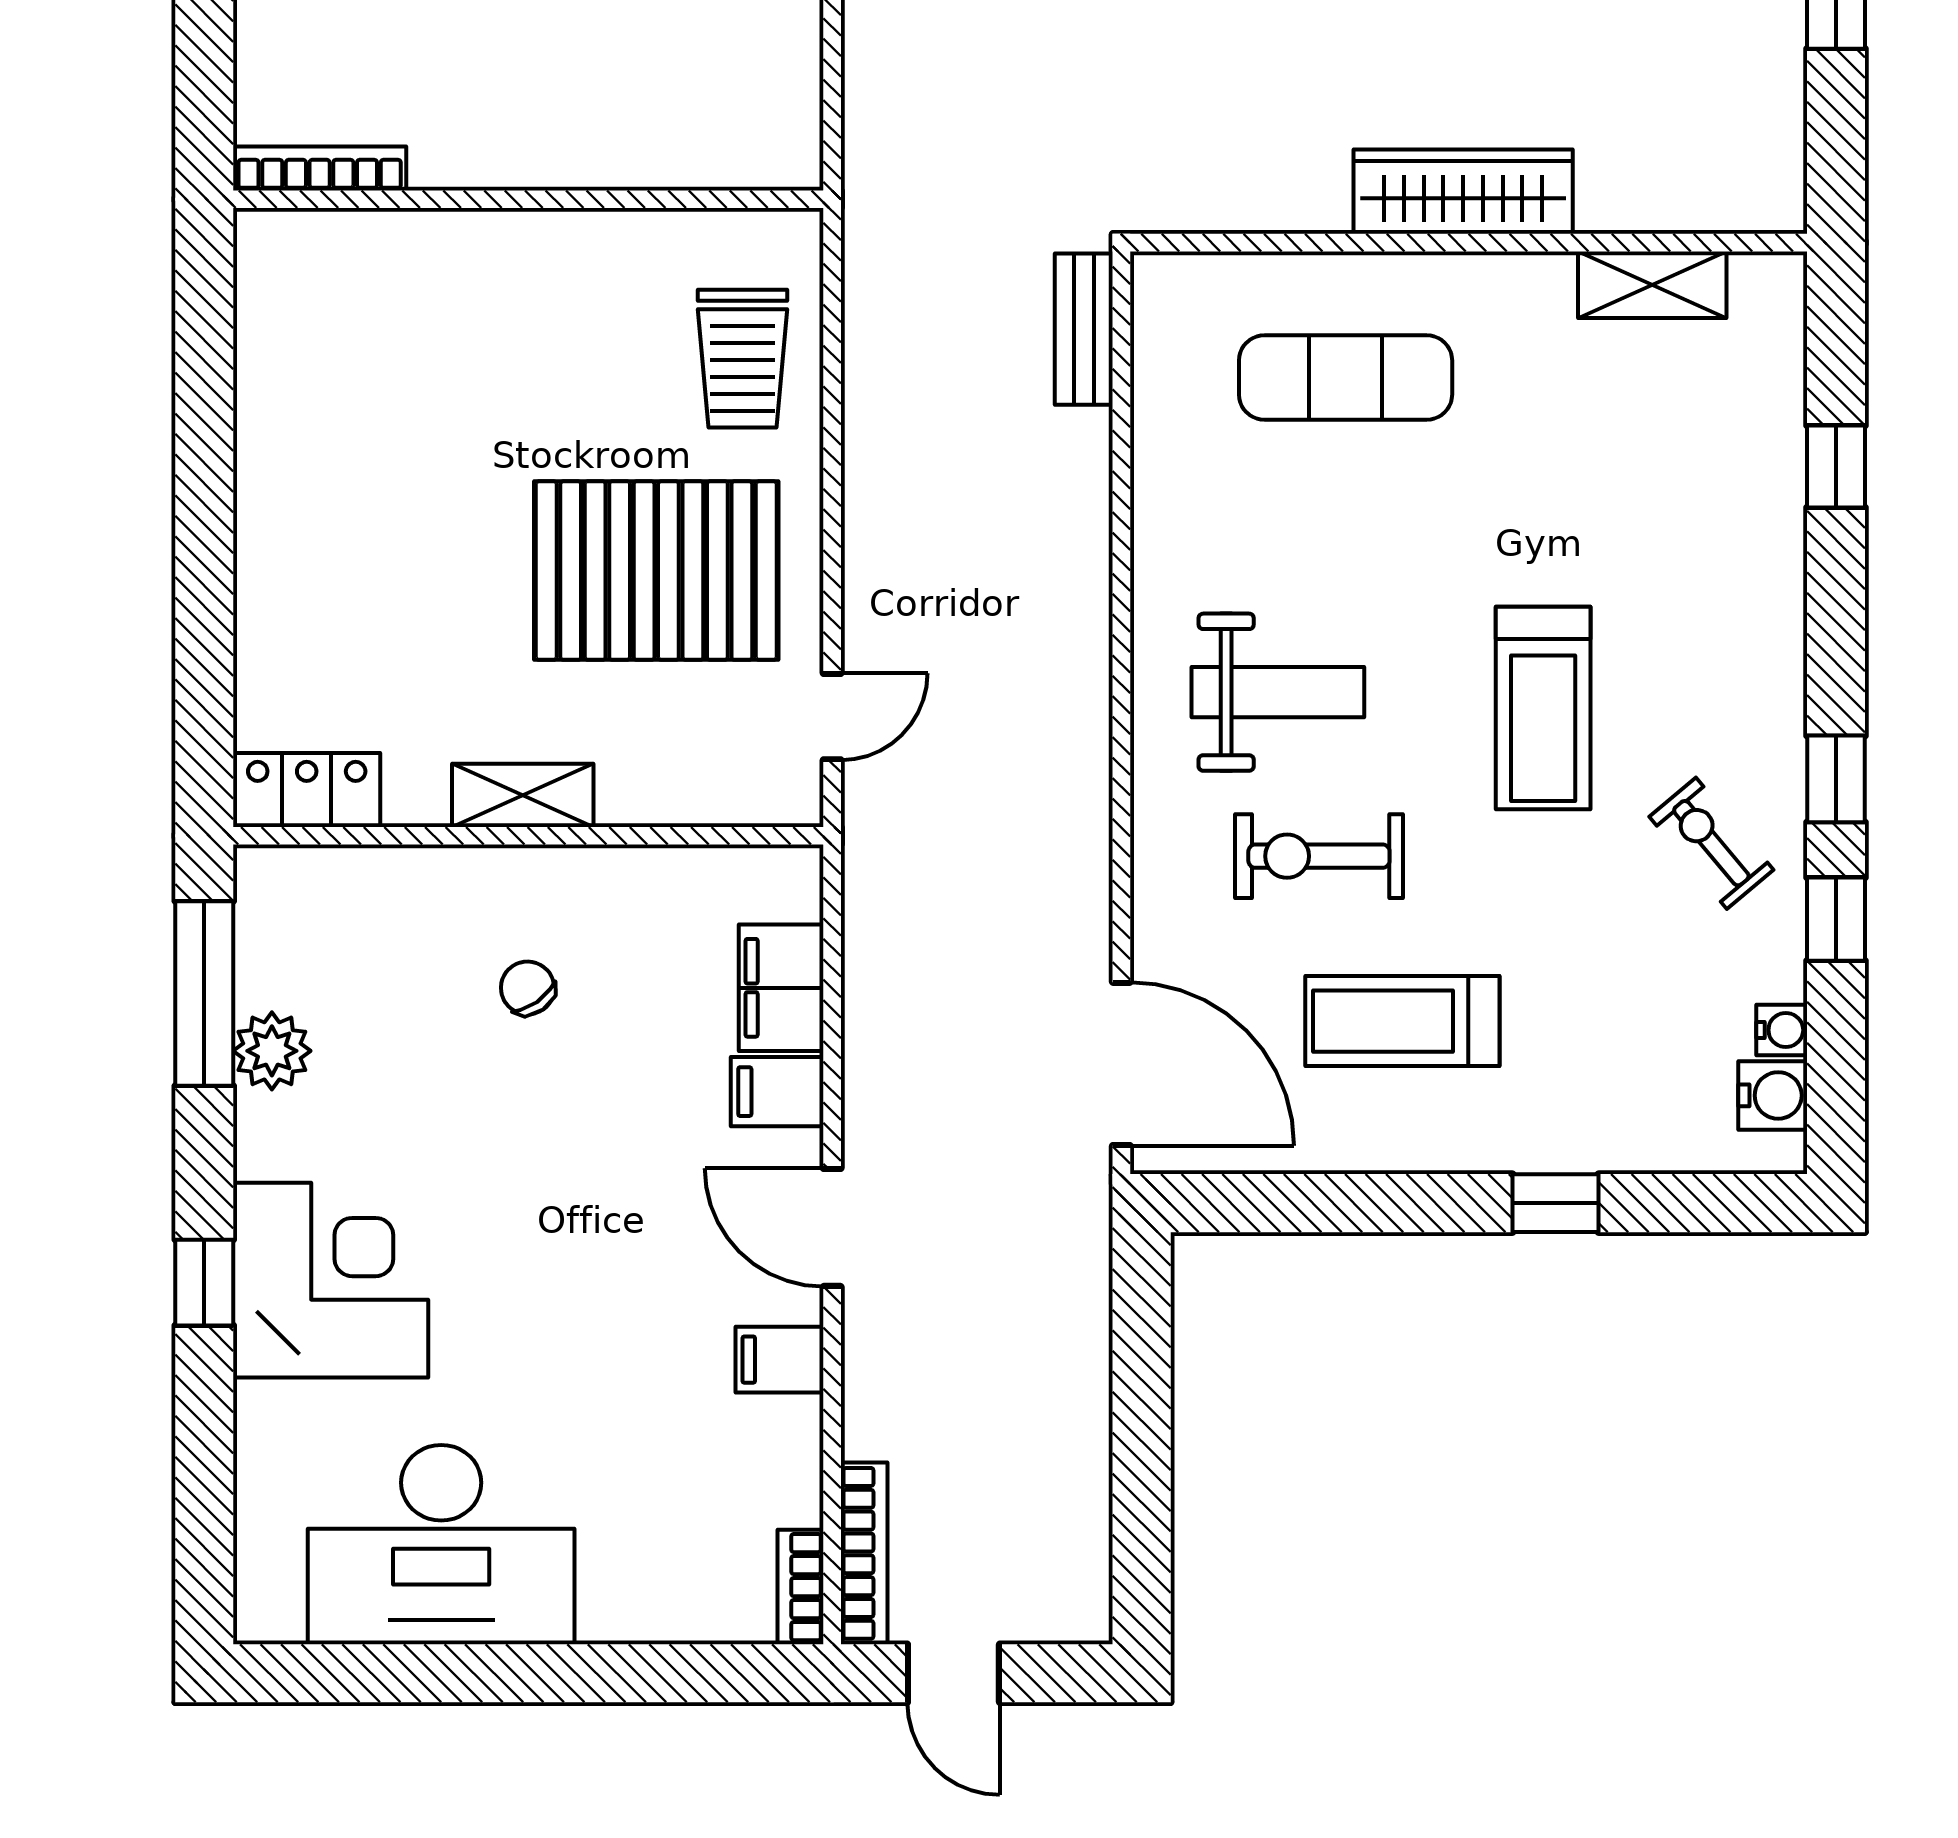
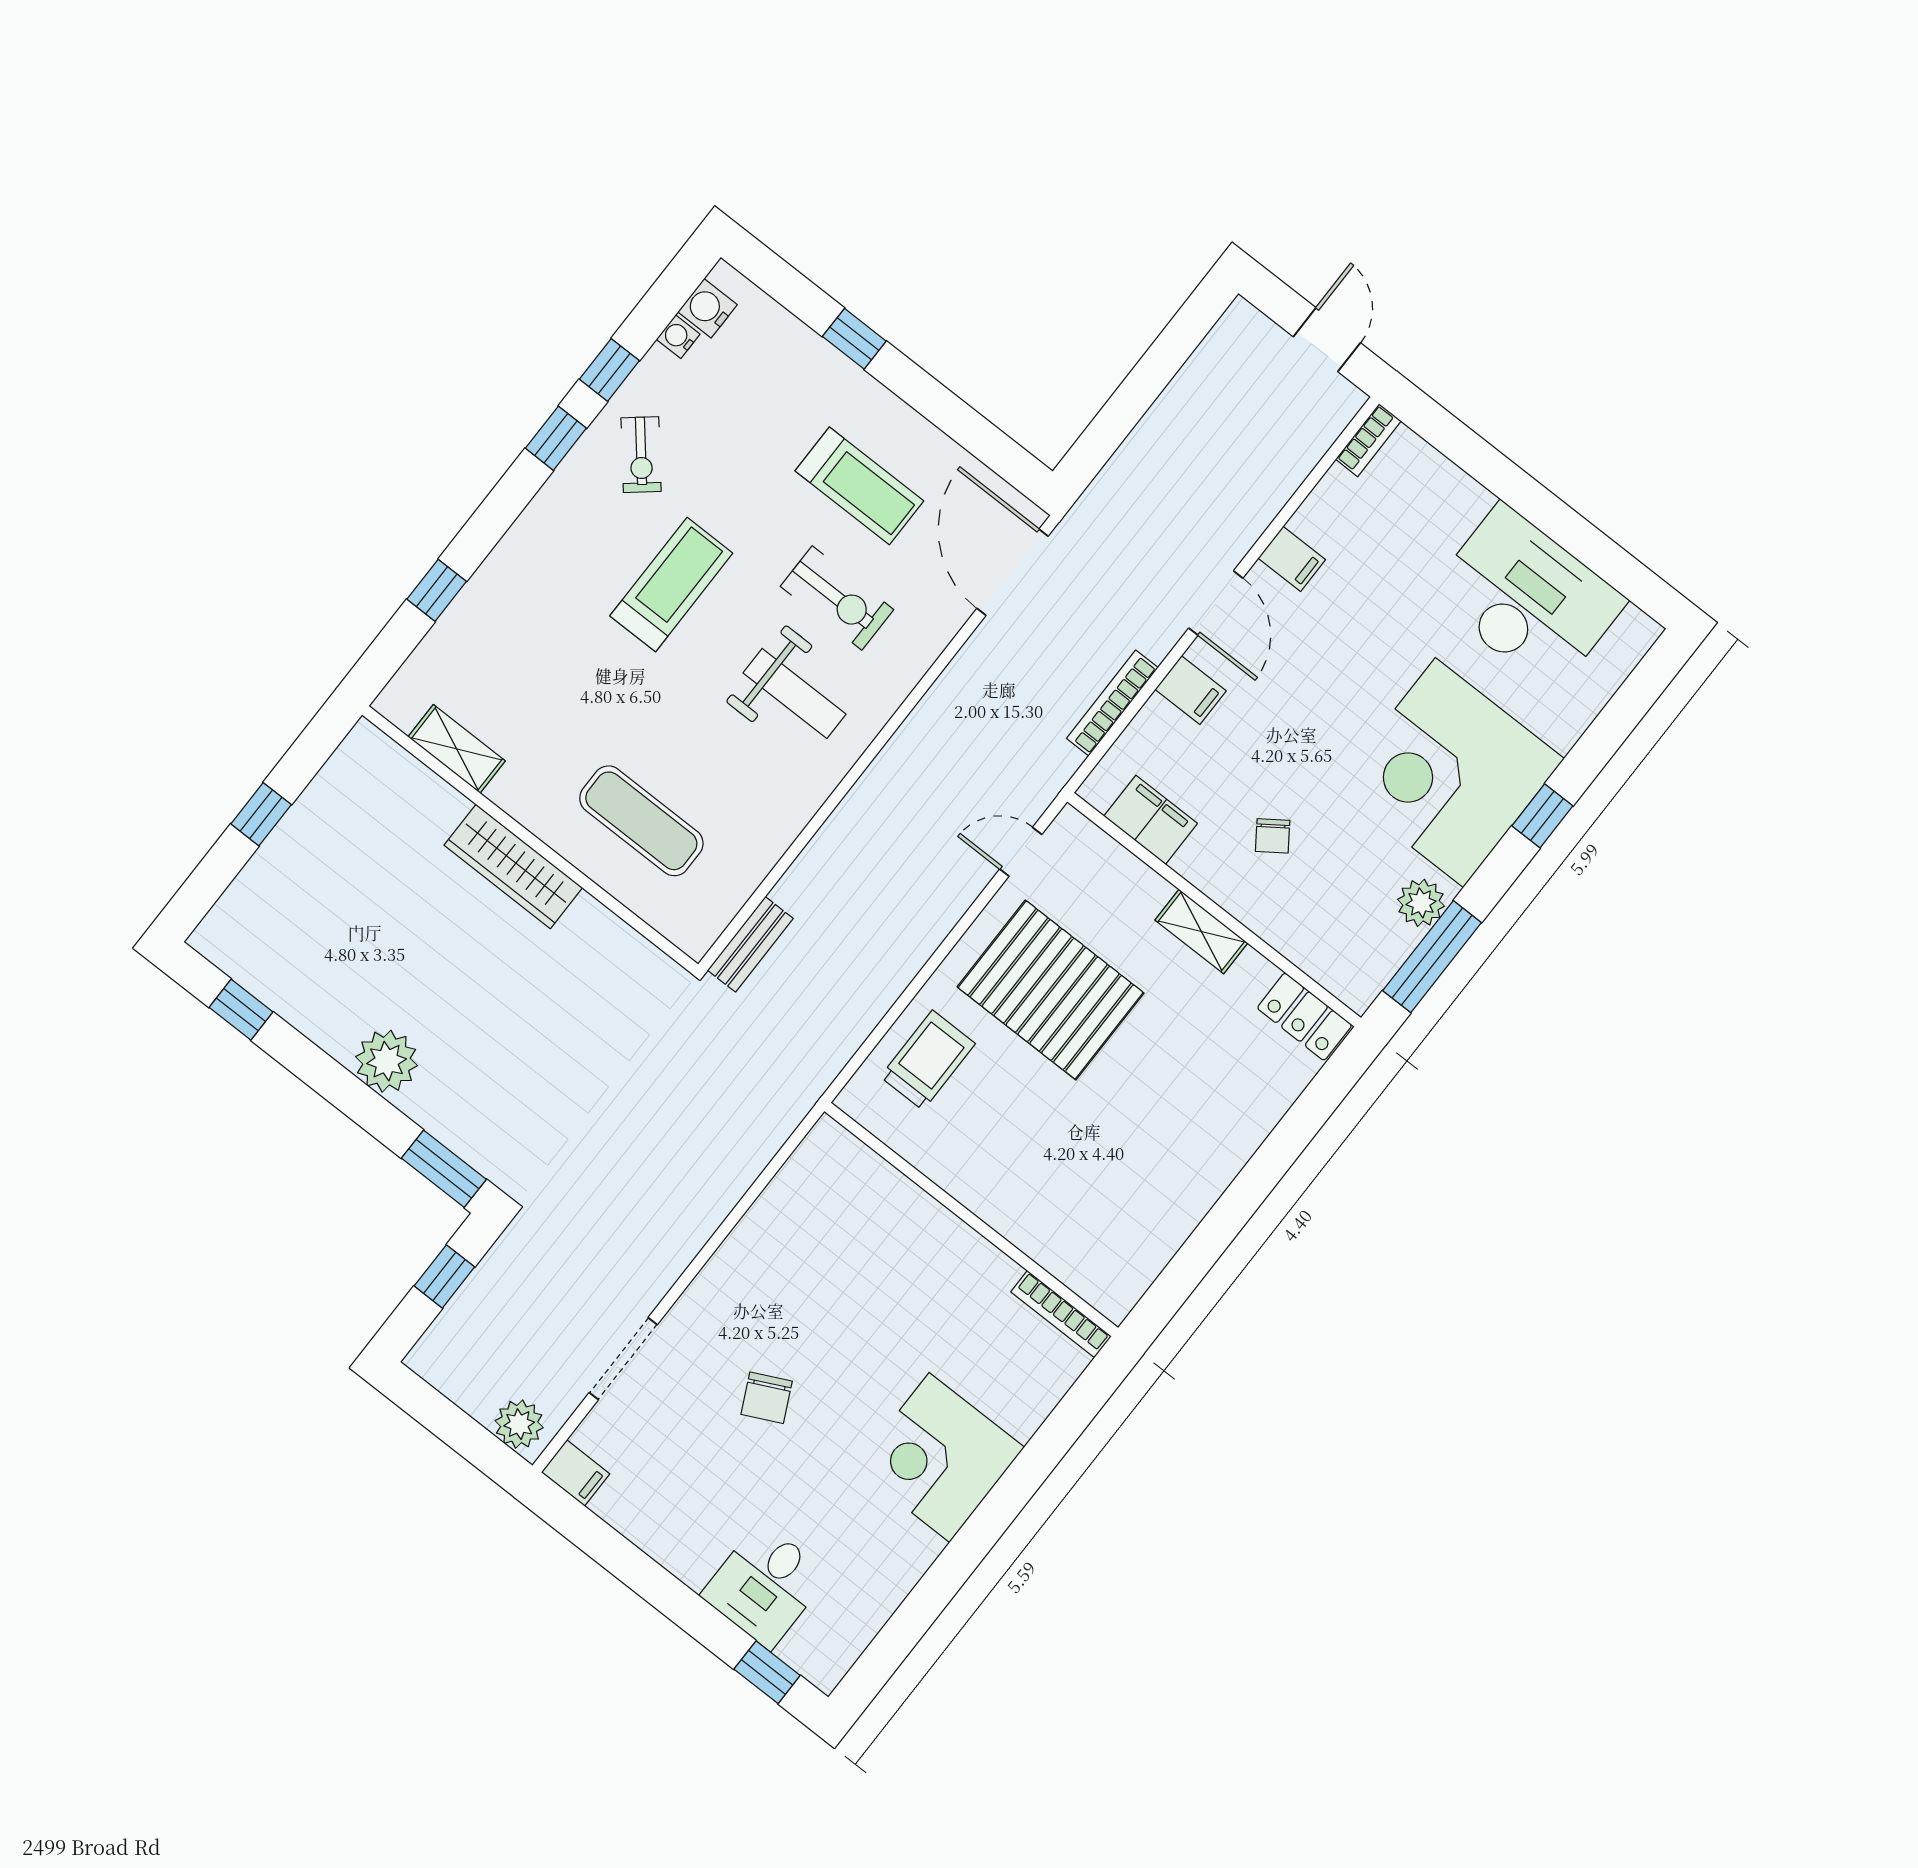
weight bench: (1278, 692) -> (794, 693), turned 180
filing cabinet: (781, 988) -> (1151, 820), moved, turned -90
corner desk: (331, 1280) -> (1449, 772), width x1.36, depth x1.36
bookcase: (864, 1553) -> (1112, 703), moved

